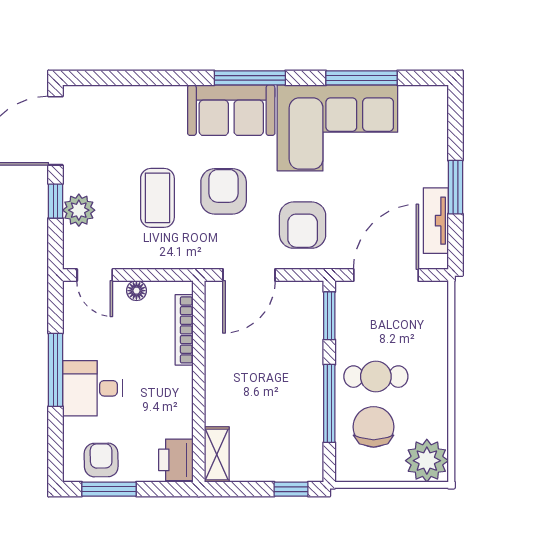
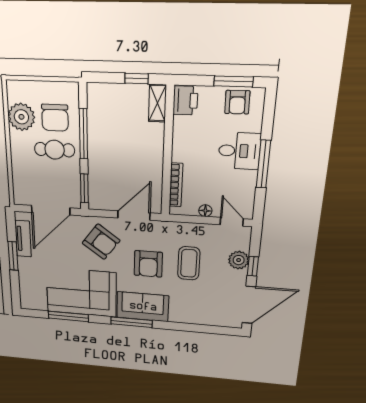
armchair: (303, 225) -> (101, 242), turned 126
plant: (427, 461) -> (21, 117), moved
window: (291, 489) -> (137, 79), moved

